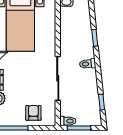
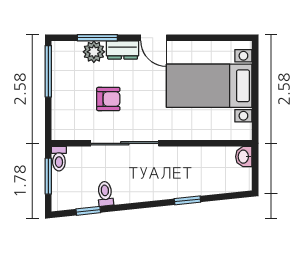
toilet: (88, 64) -> (105, 194), moved
armchair: (33, 113) -> (108, 99), moved

